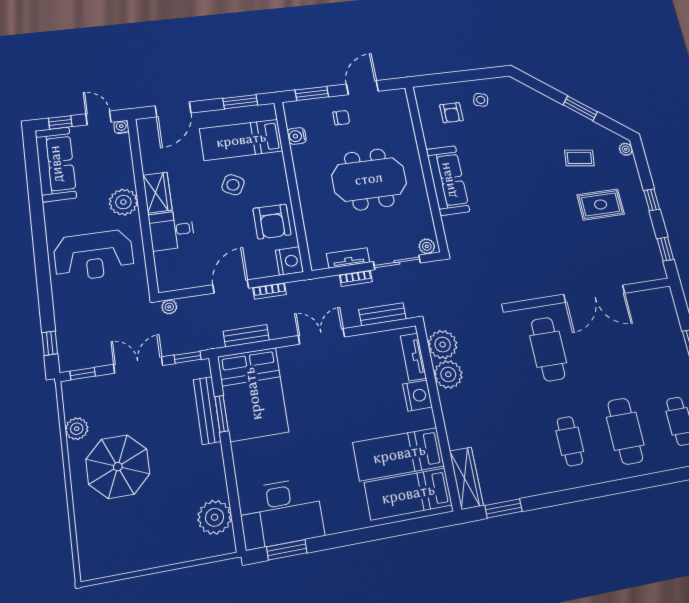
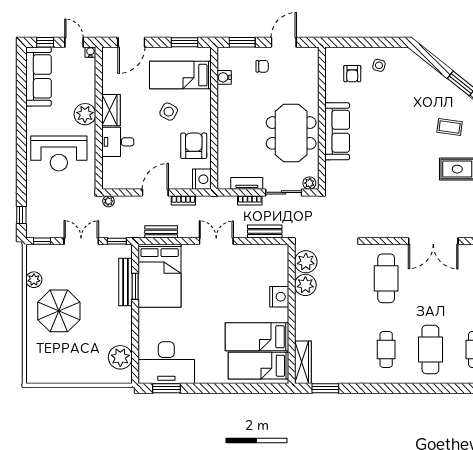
meeting table: (369, 179) -> (291, 133), moved, turned 90
armchair: (272, 222) -> (194, 146), turned 180
tv unit: (413, 357) -> (282, 268), removed

